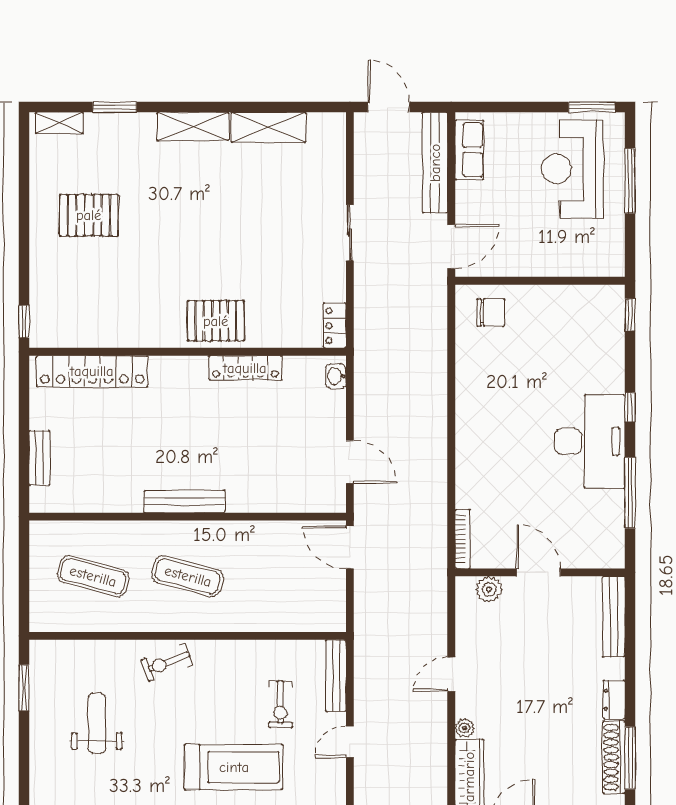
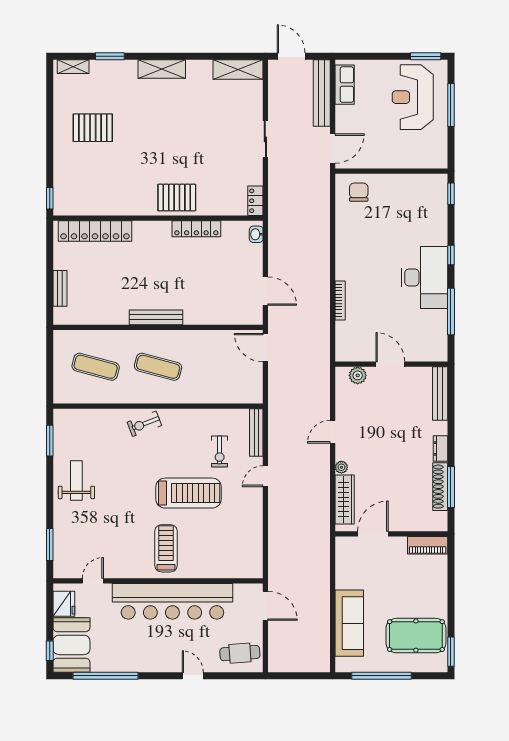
shelving: (269, 127) -> (238, 69), moved
chair: (491, 312) -> (359, 192), turned -90
bookcase: (463, 539) -> (340, 300), moved
weight bench: (97, 723) -> (76, 481), moved

